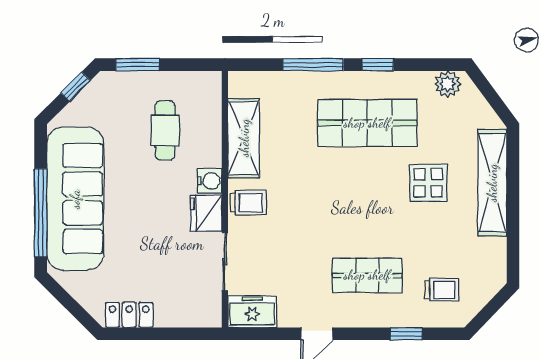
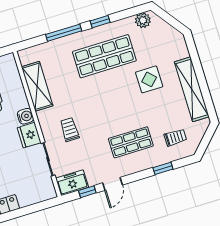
shelving: (492, 183) -> (192, 89), moved
trolley: (248, 203) -> (70, 130), moved, turned -90
window: (272, 334) -> (87, 192), added

